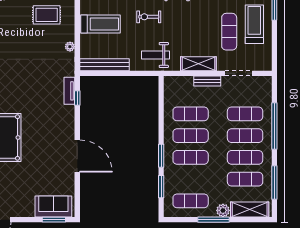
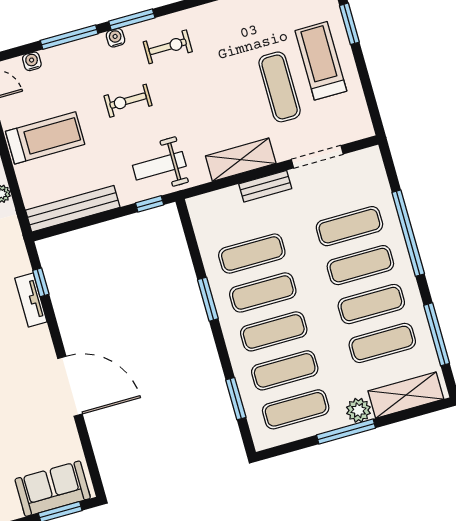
window: (145, 73) -> (150, 204), added
tv unit: (69, 91) -> (31, 300), moved
window: (161, 156) -> (208, 299), moved
exercise mat: (191, 179) -> (285, 370), added

